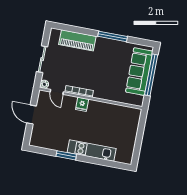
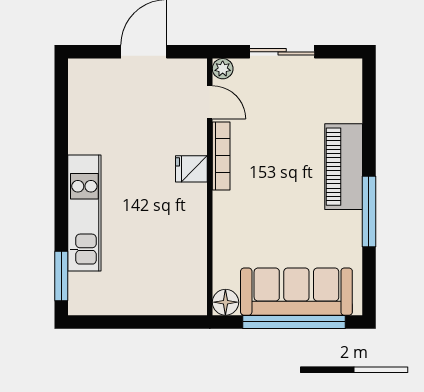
piano: (77, 40) -> (344, 167), moved
door: (57, 92) -> (210, 102), swing flipped
floor lamp: (138, 101) -> (225, 302), added
window: (66, 155) -> (61, 276), moved

